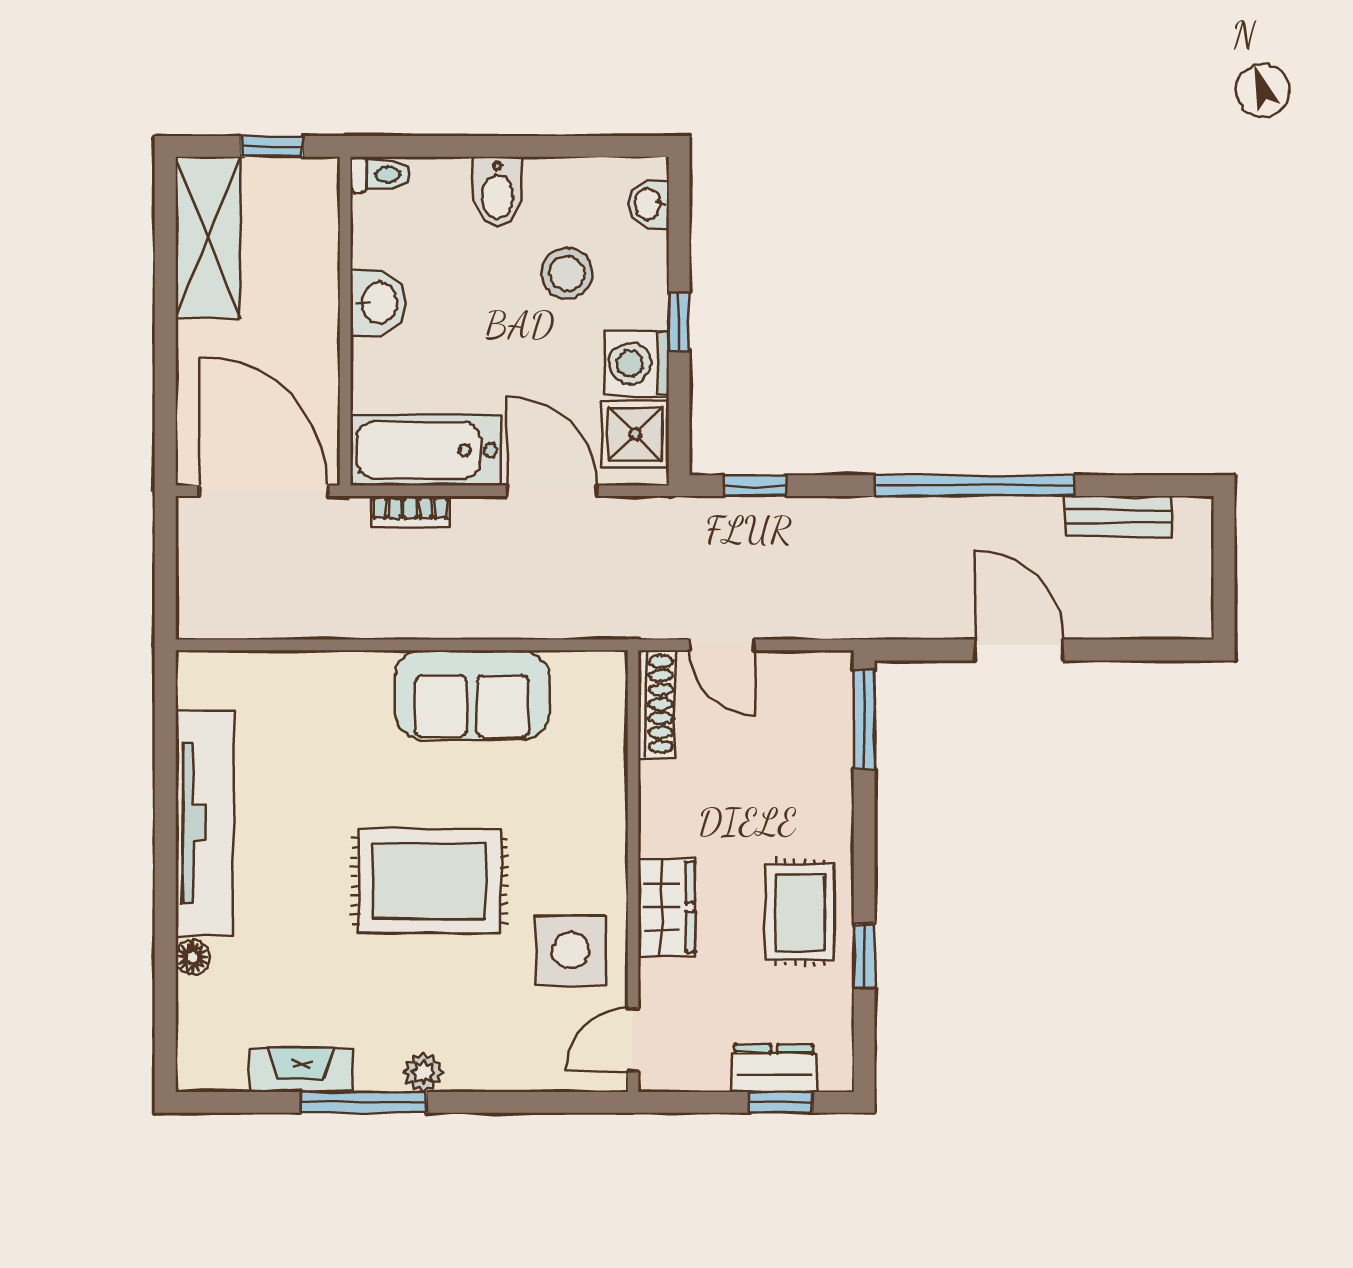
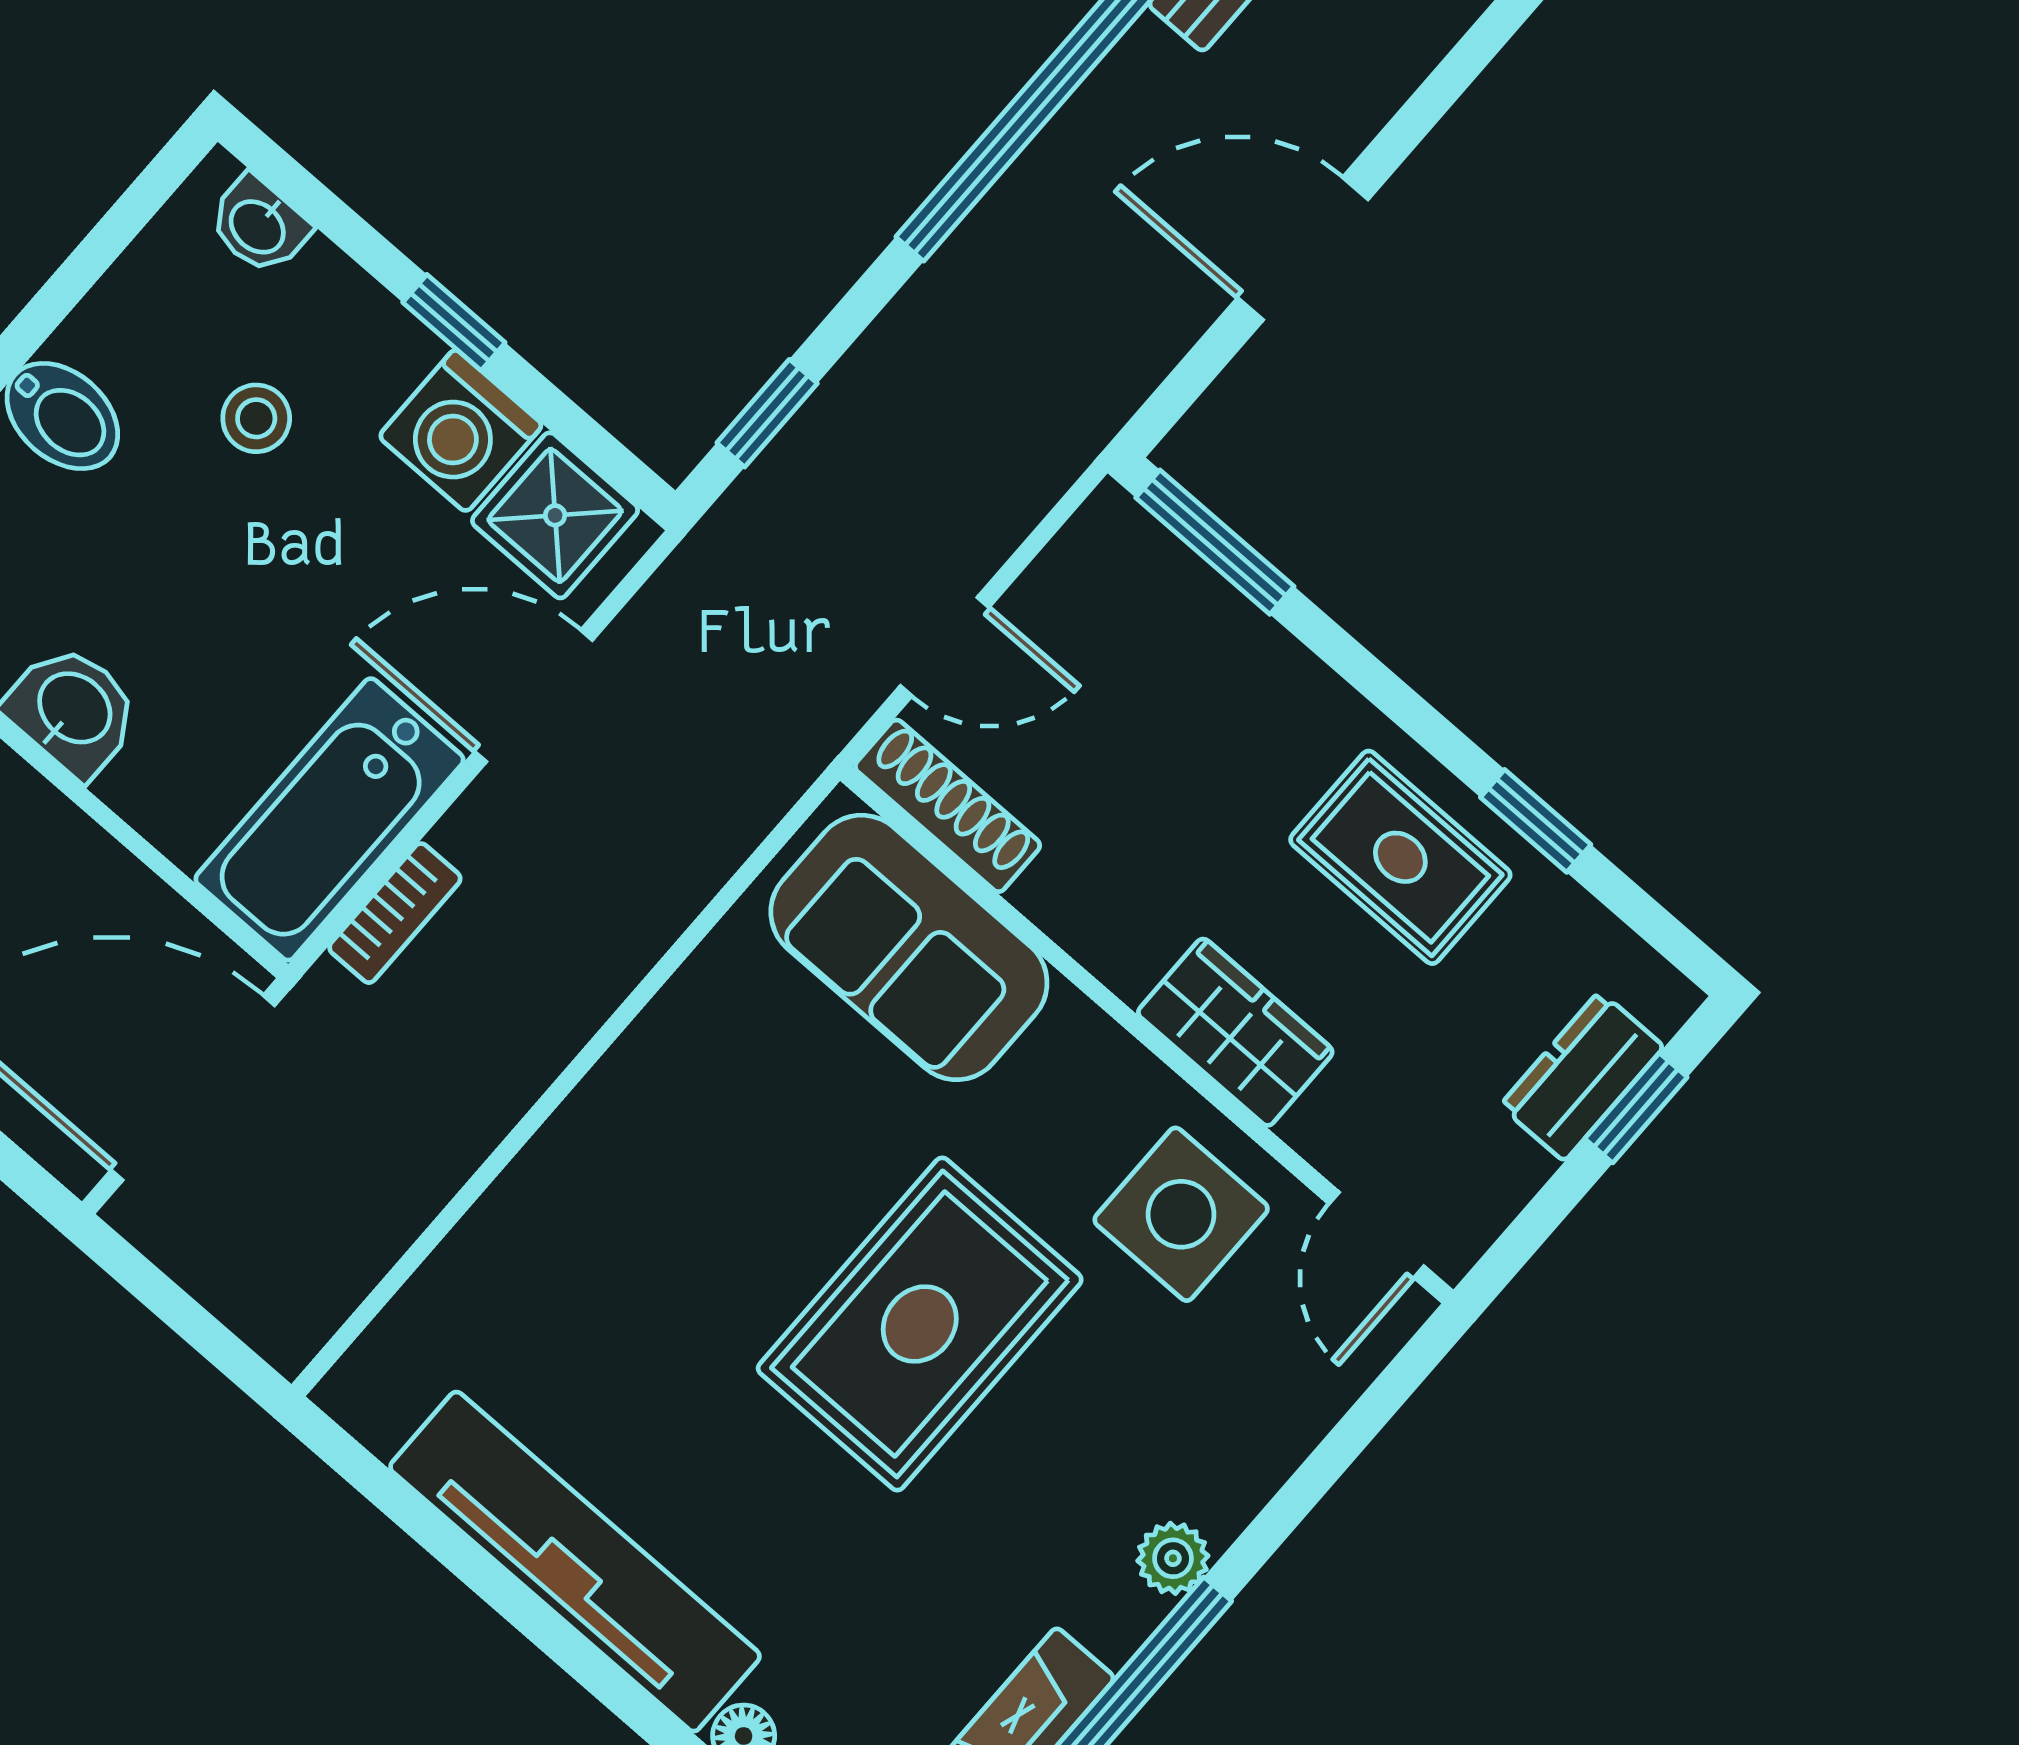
stool: (567, 273) -> (256, 418), width x0.73, depth x0.73
sofa: (472, 695) -> (909, 947), moved, turned 90

